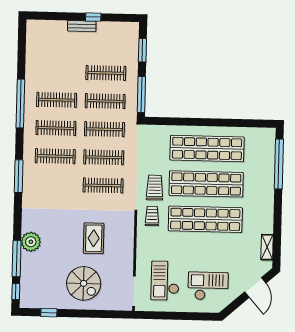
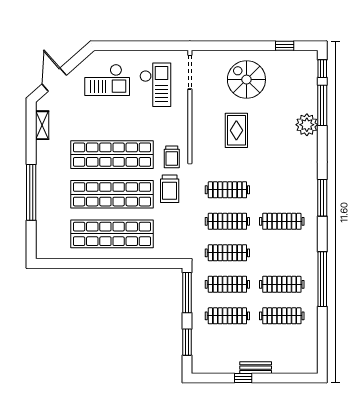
clothes rail: (56, 128) -> (282, 316), moved
window: (279, 164) -> (31, 192), moved

